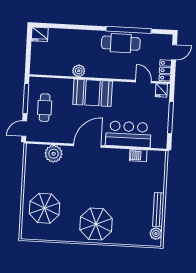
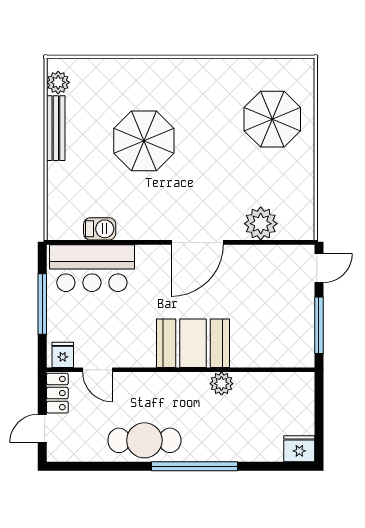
window: (129, 30) -> (195, 466), moved
cafe table: (45, 108) -> (282, 310), removed
bar counter: (128, 134) -> (92, 268), moved
parasol: (96, 224) -> (144, 141), moved

